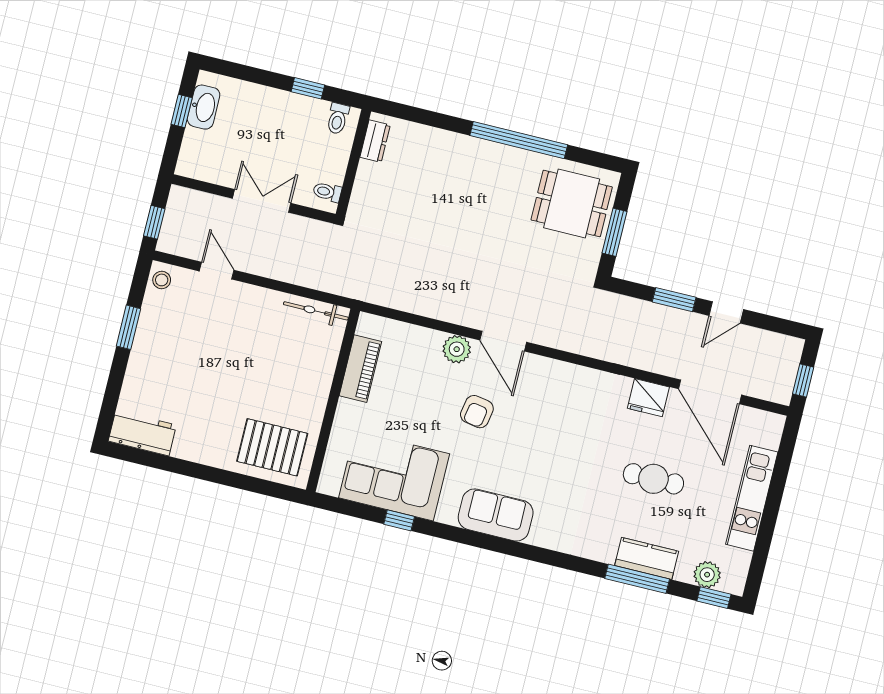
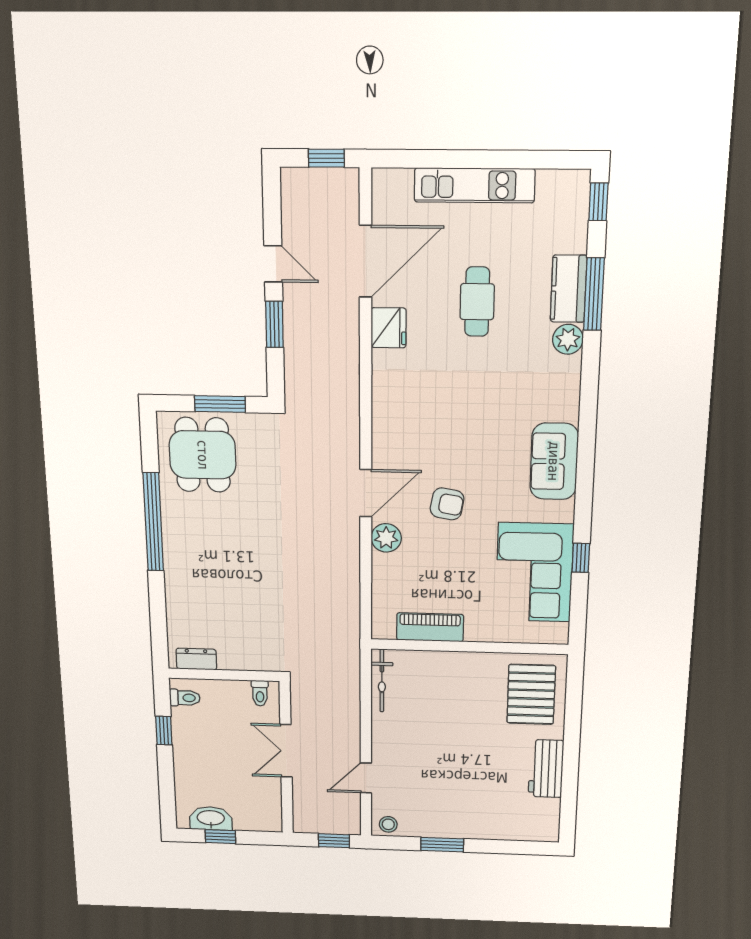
workbench: (142, 433) -> (546, 769), moved
plant: (707, 575) -> (568, 339), moved

